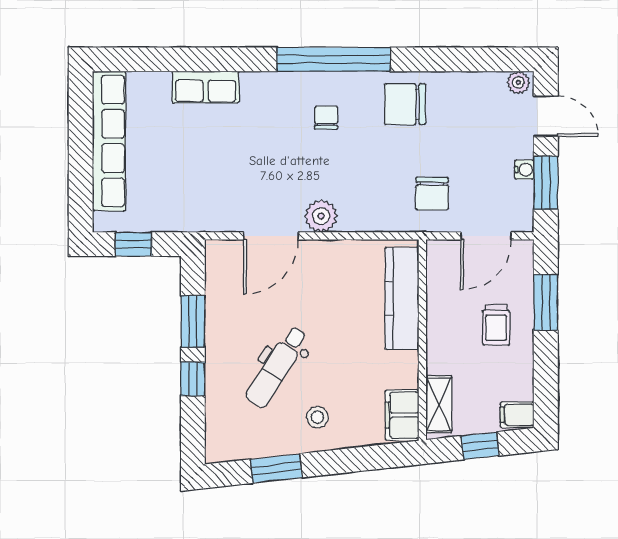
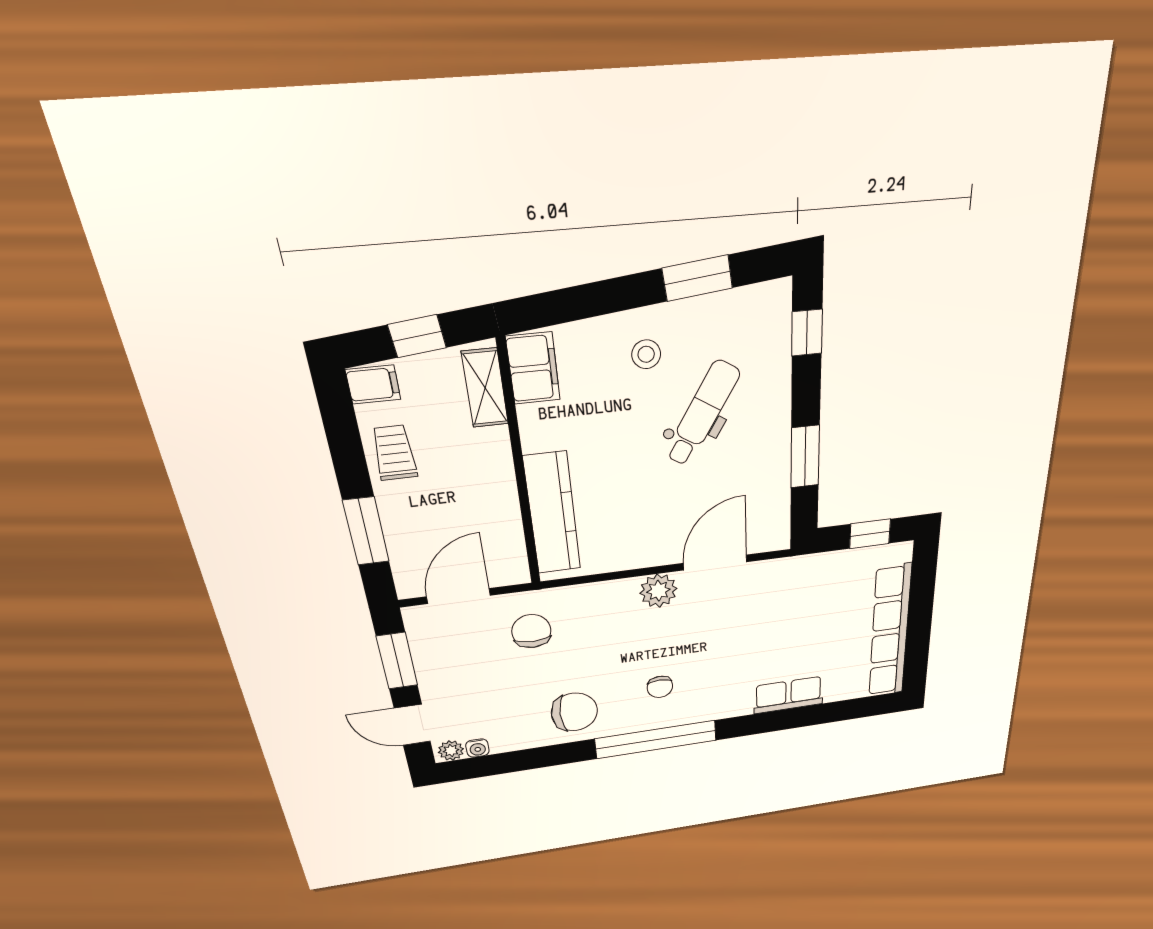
water cooler: (524, 170) -> (477, 748), moved, turned -90
trolley: (496, 325) -> (394, 453), moved
window: (193, 379) -> (807, 333), moved

